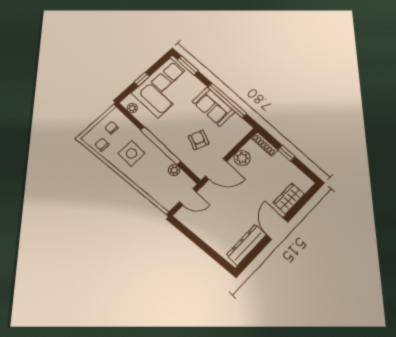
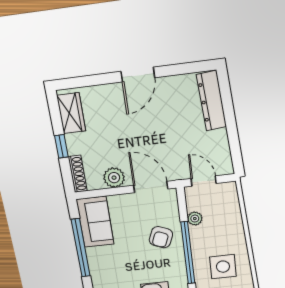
sofa: (213, 107) -> (95, 222), moved
armchair: (199, 140) -> (161, 237), moved
wardrobe: (289, 198) -> (71, 113), moved, turned -90
dresser: (246, 245) -> (212, 101), moved, turned 85

